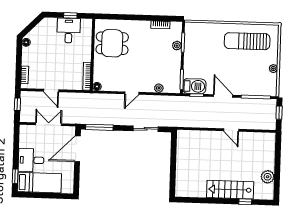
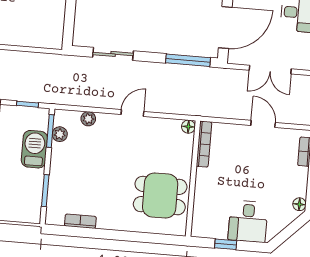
desk: (69, 30) -> (248, 221), moved
plant: (177, 46) -> (60, 134), moved
barbecue: (194, 86) -> (34, 149), moved, turned 90

